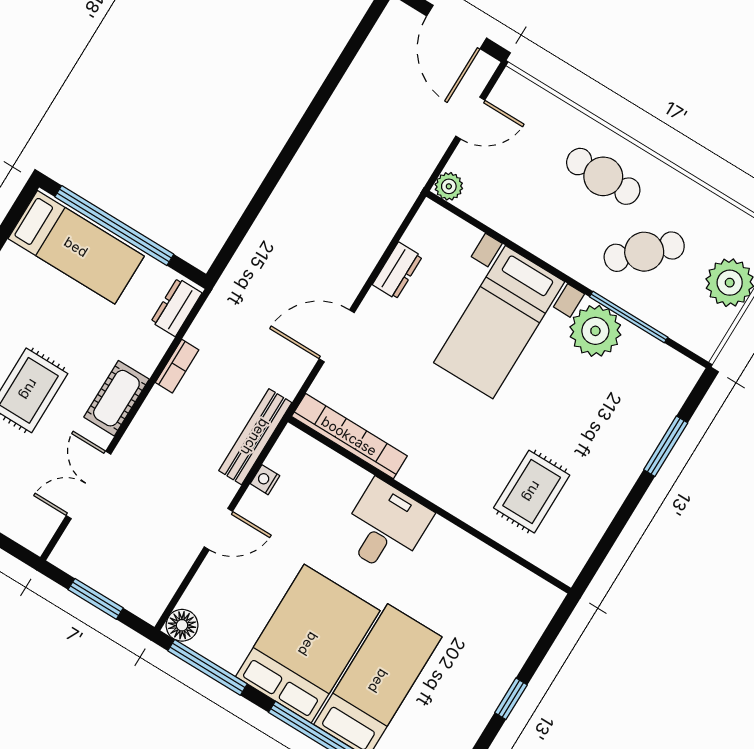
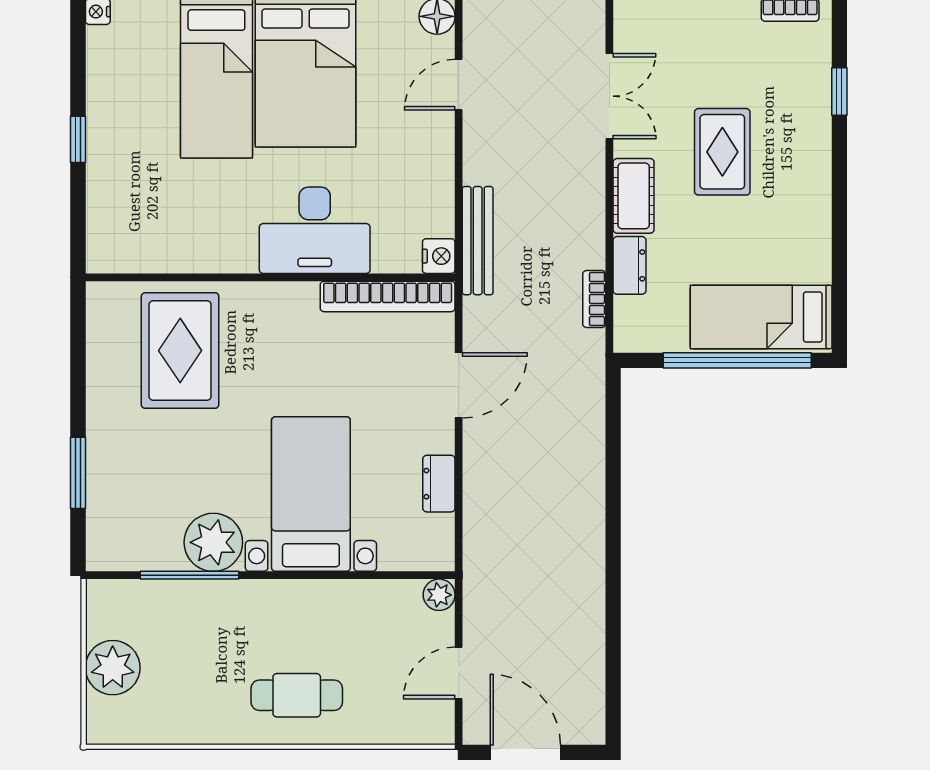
cafe table: (644, 252) -> (213, 647), removed
dresser: (176, 307) -> (630, 265), moved
bookcase: (177, 366) -> (594, 299), moved
nightstand: (265, 480) -> (439, 256), moved, width x1.39, depth x1.35
rug: (532, 492) -> (180, 351), width x1.36, depth x1.43
desk: (385, 527) -> (315, 230), width x1.37
door: (218, 529) -> (459, 85), moved

